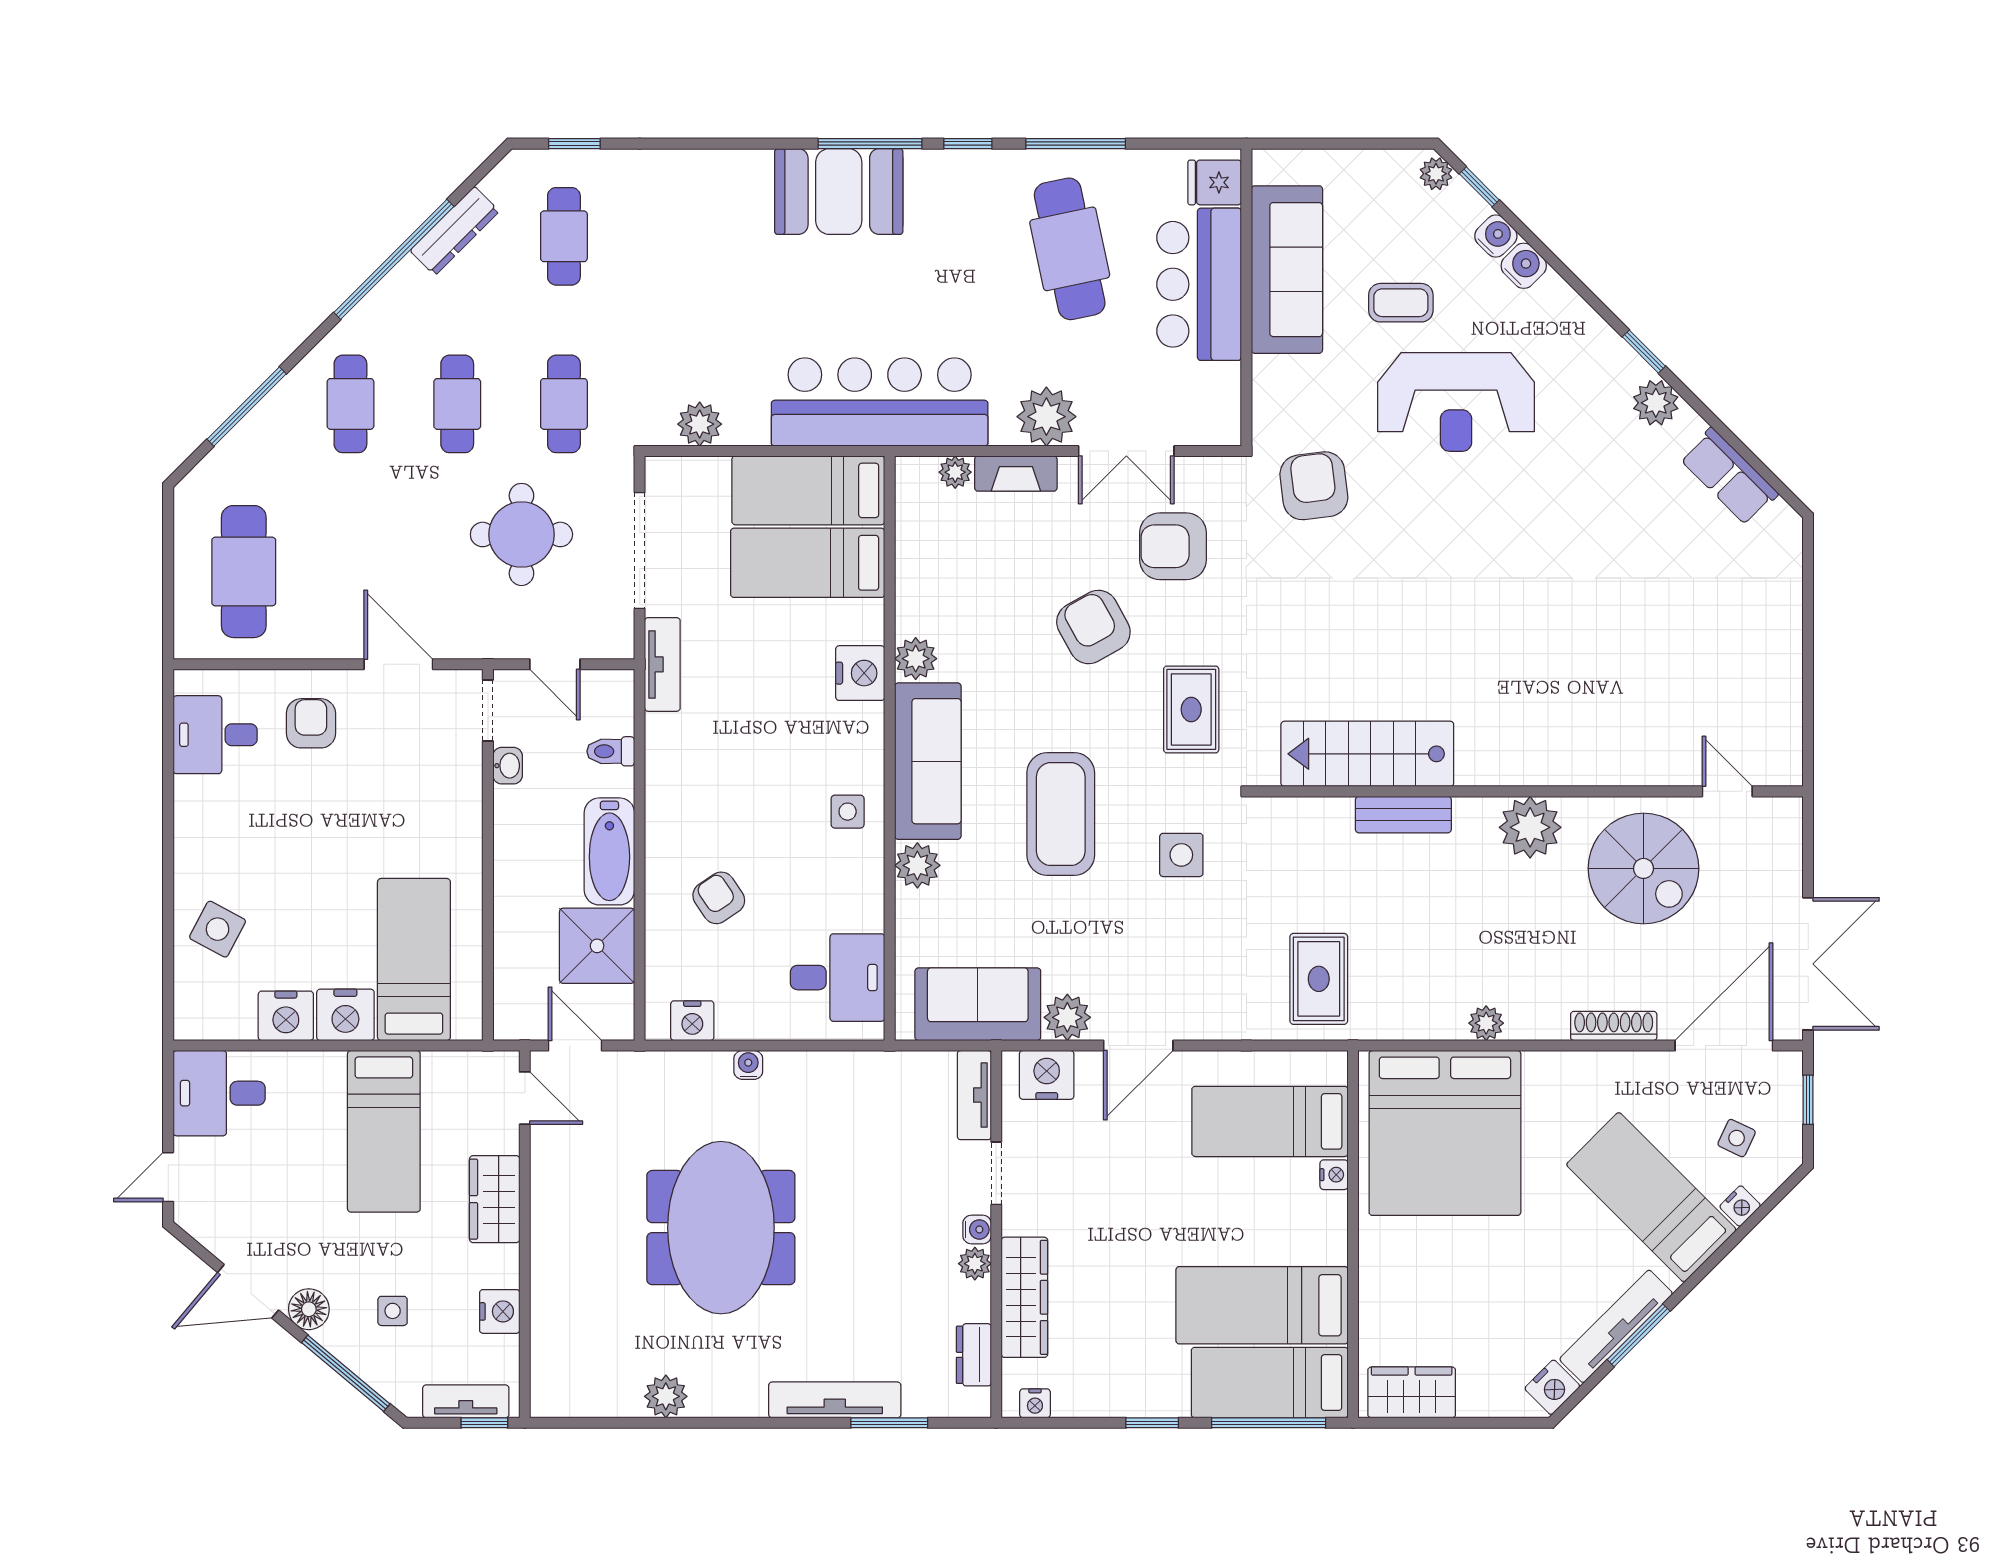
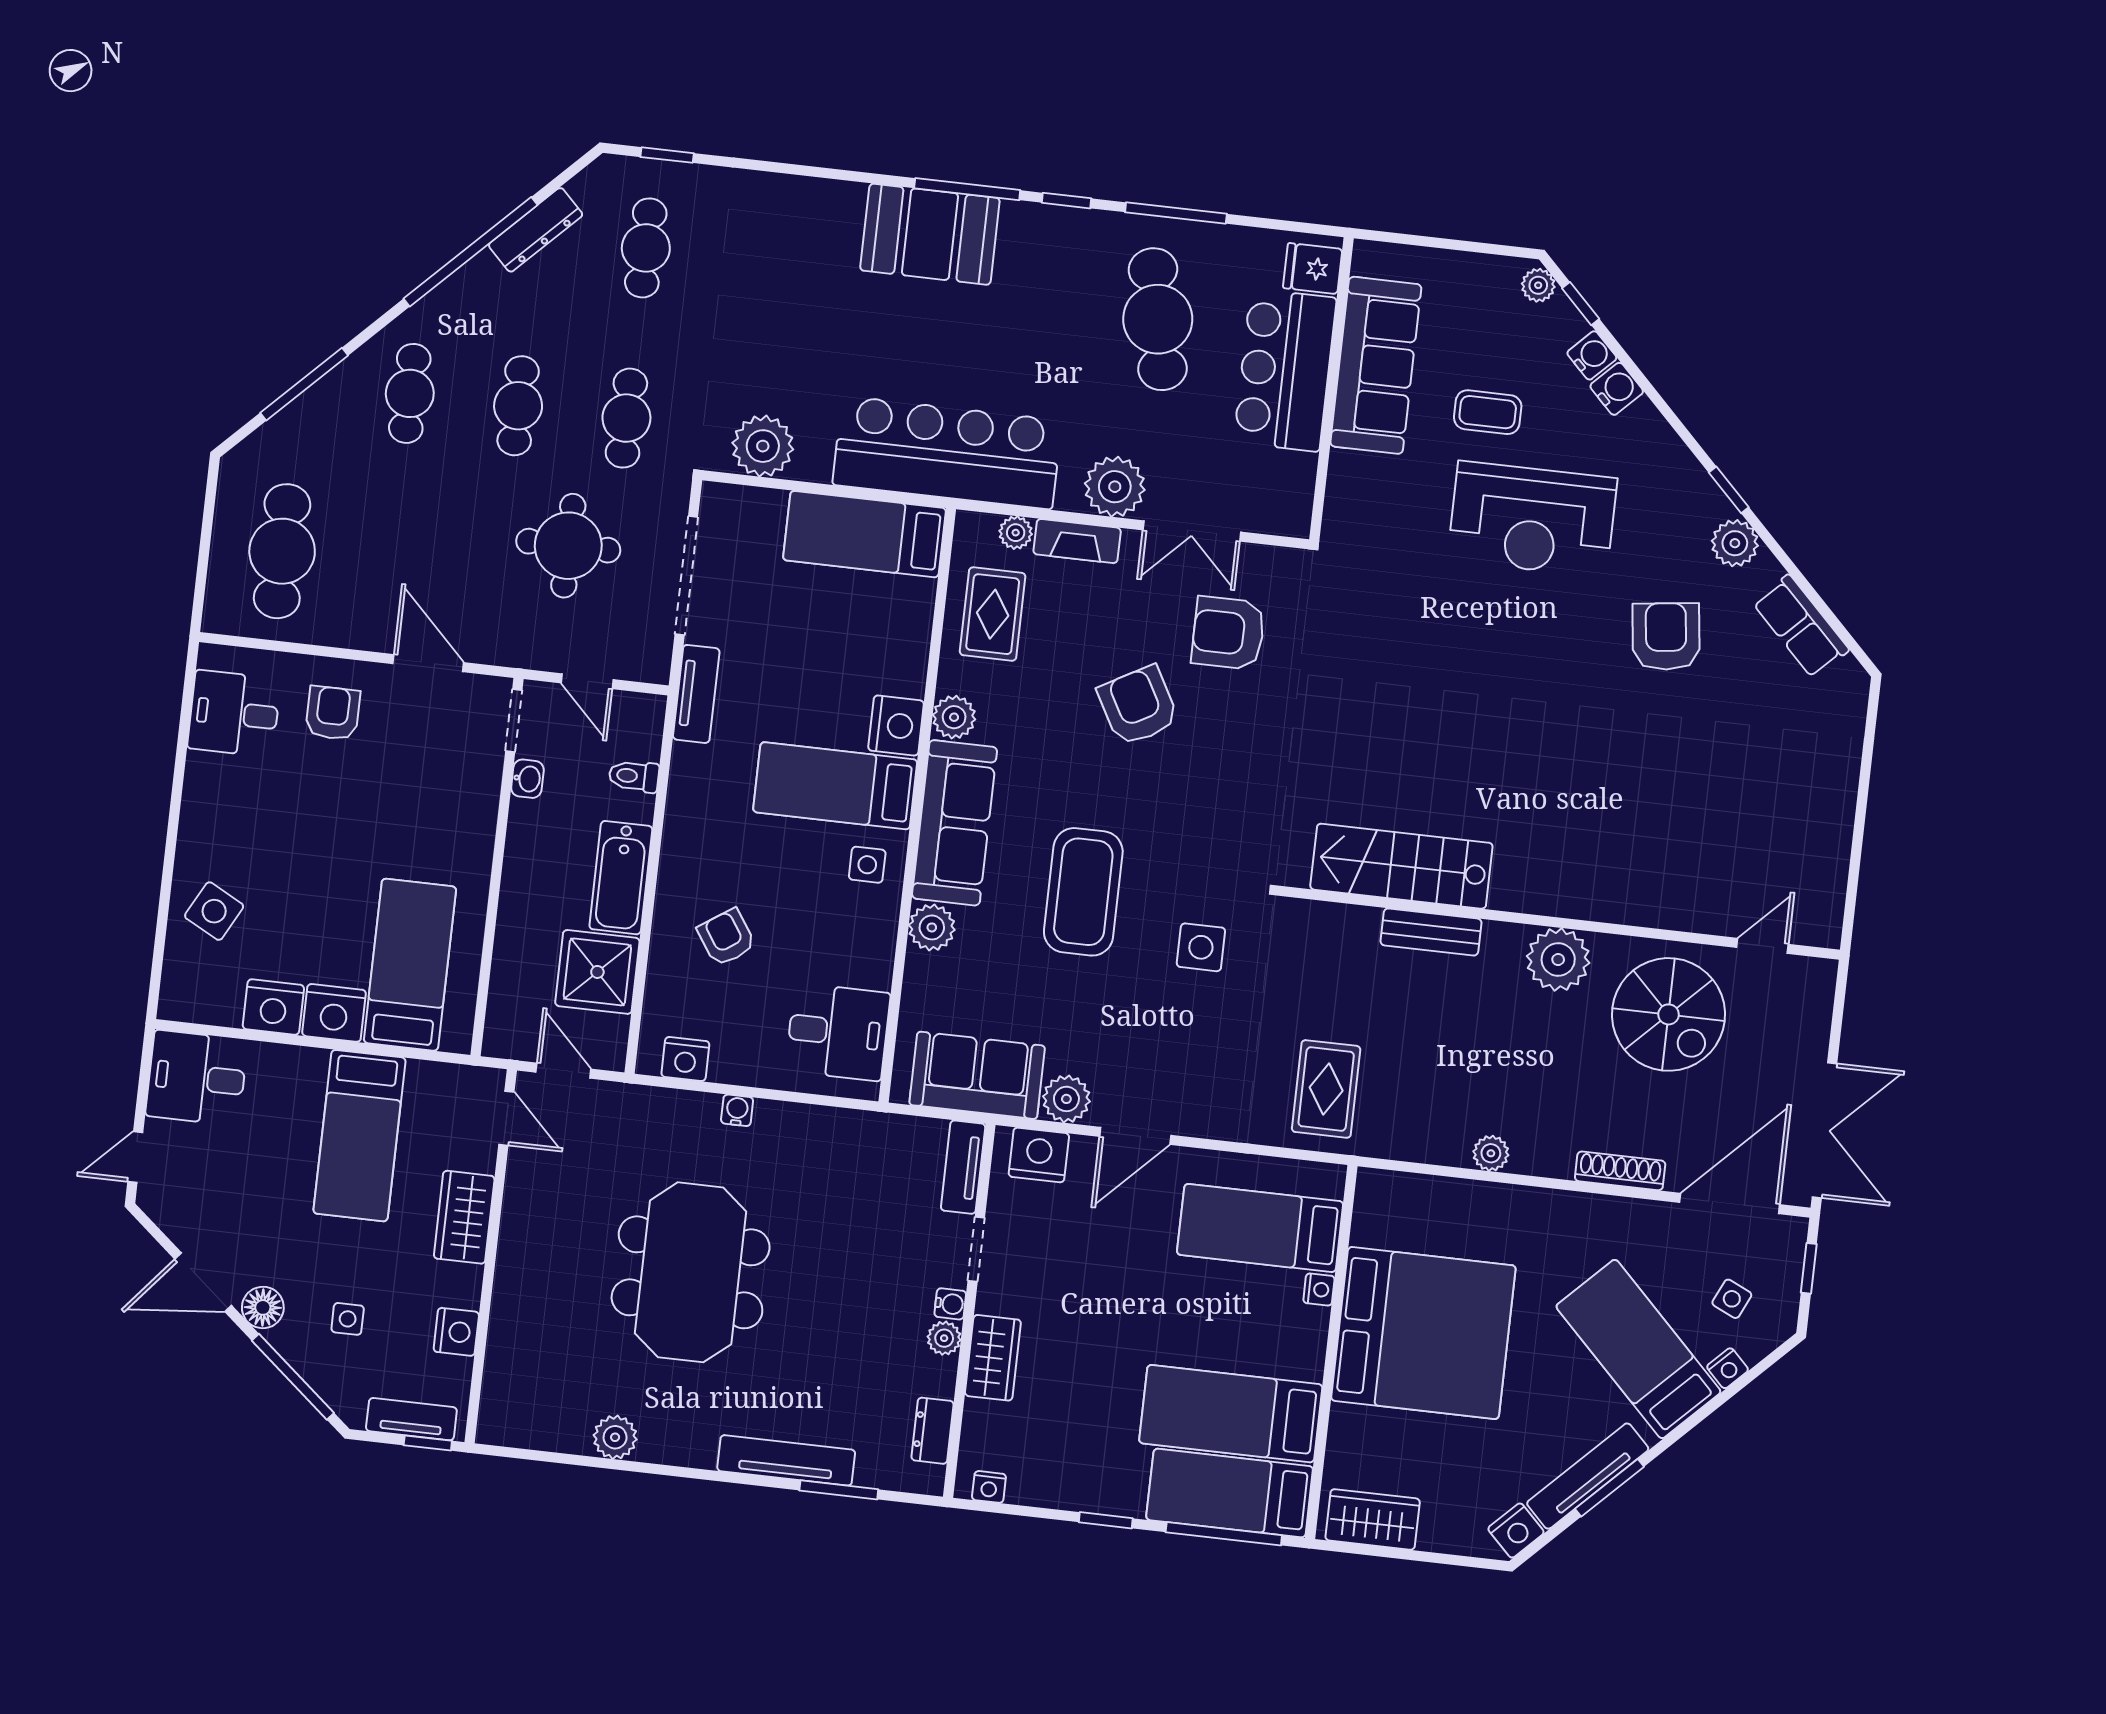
plant: (700, 424) -> (763, 446), width x1.36, depth x1.36
armchair: (1314, 486) -> (1666, 636), moved
bed: (808, 563) -> (835, 786), moved
rug: (1191, 709) -> (993, 614), moved
door: (1727, 791) -> (1762, 946), hinge flipped
bed: (1445, 1133) -> (1423, 1333), moved, turned -90
wardrobe: (1024, 1297) -> (993, 1358), width x0.67

